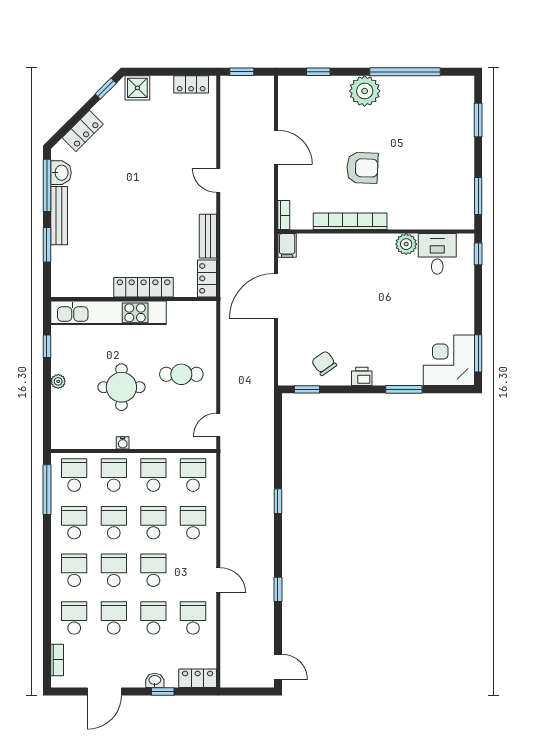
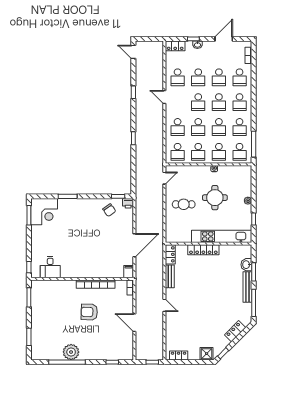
plant: (365, 91) -> (71, 352), moved
washbasin: (61, 173) -> (246, 265), moved
plant: (406, 244) -> (66, 272), removed
printer: (362, 376) -> (128, 203), moved

